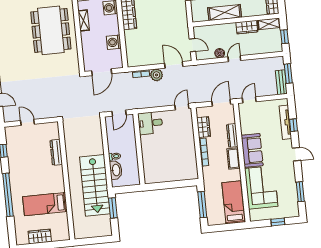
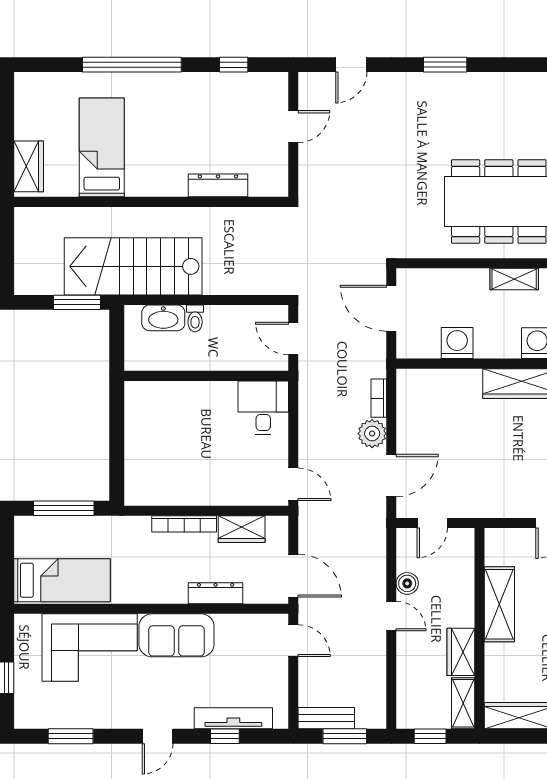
cot: (234, 159) -> (162, 591), removed
wardrobe: (40, 236) -> (29, 166), moved

